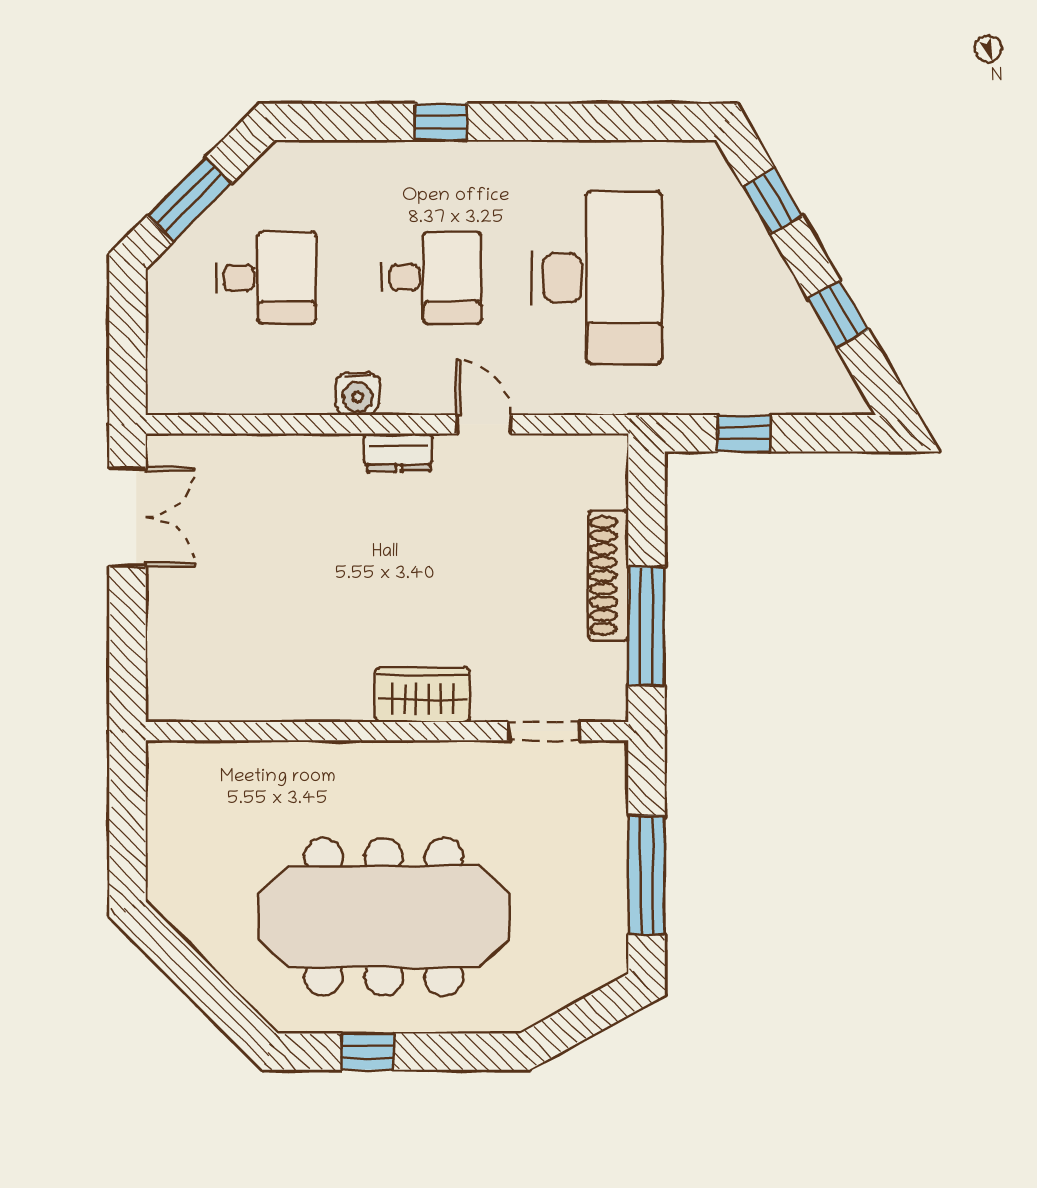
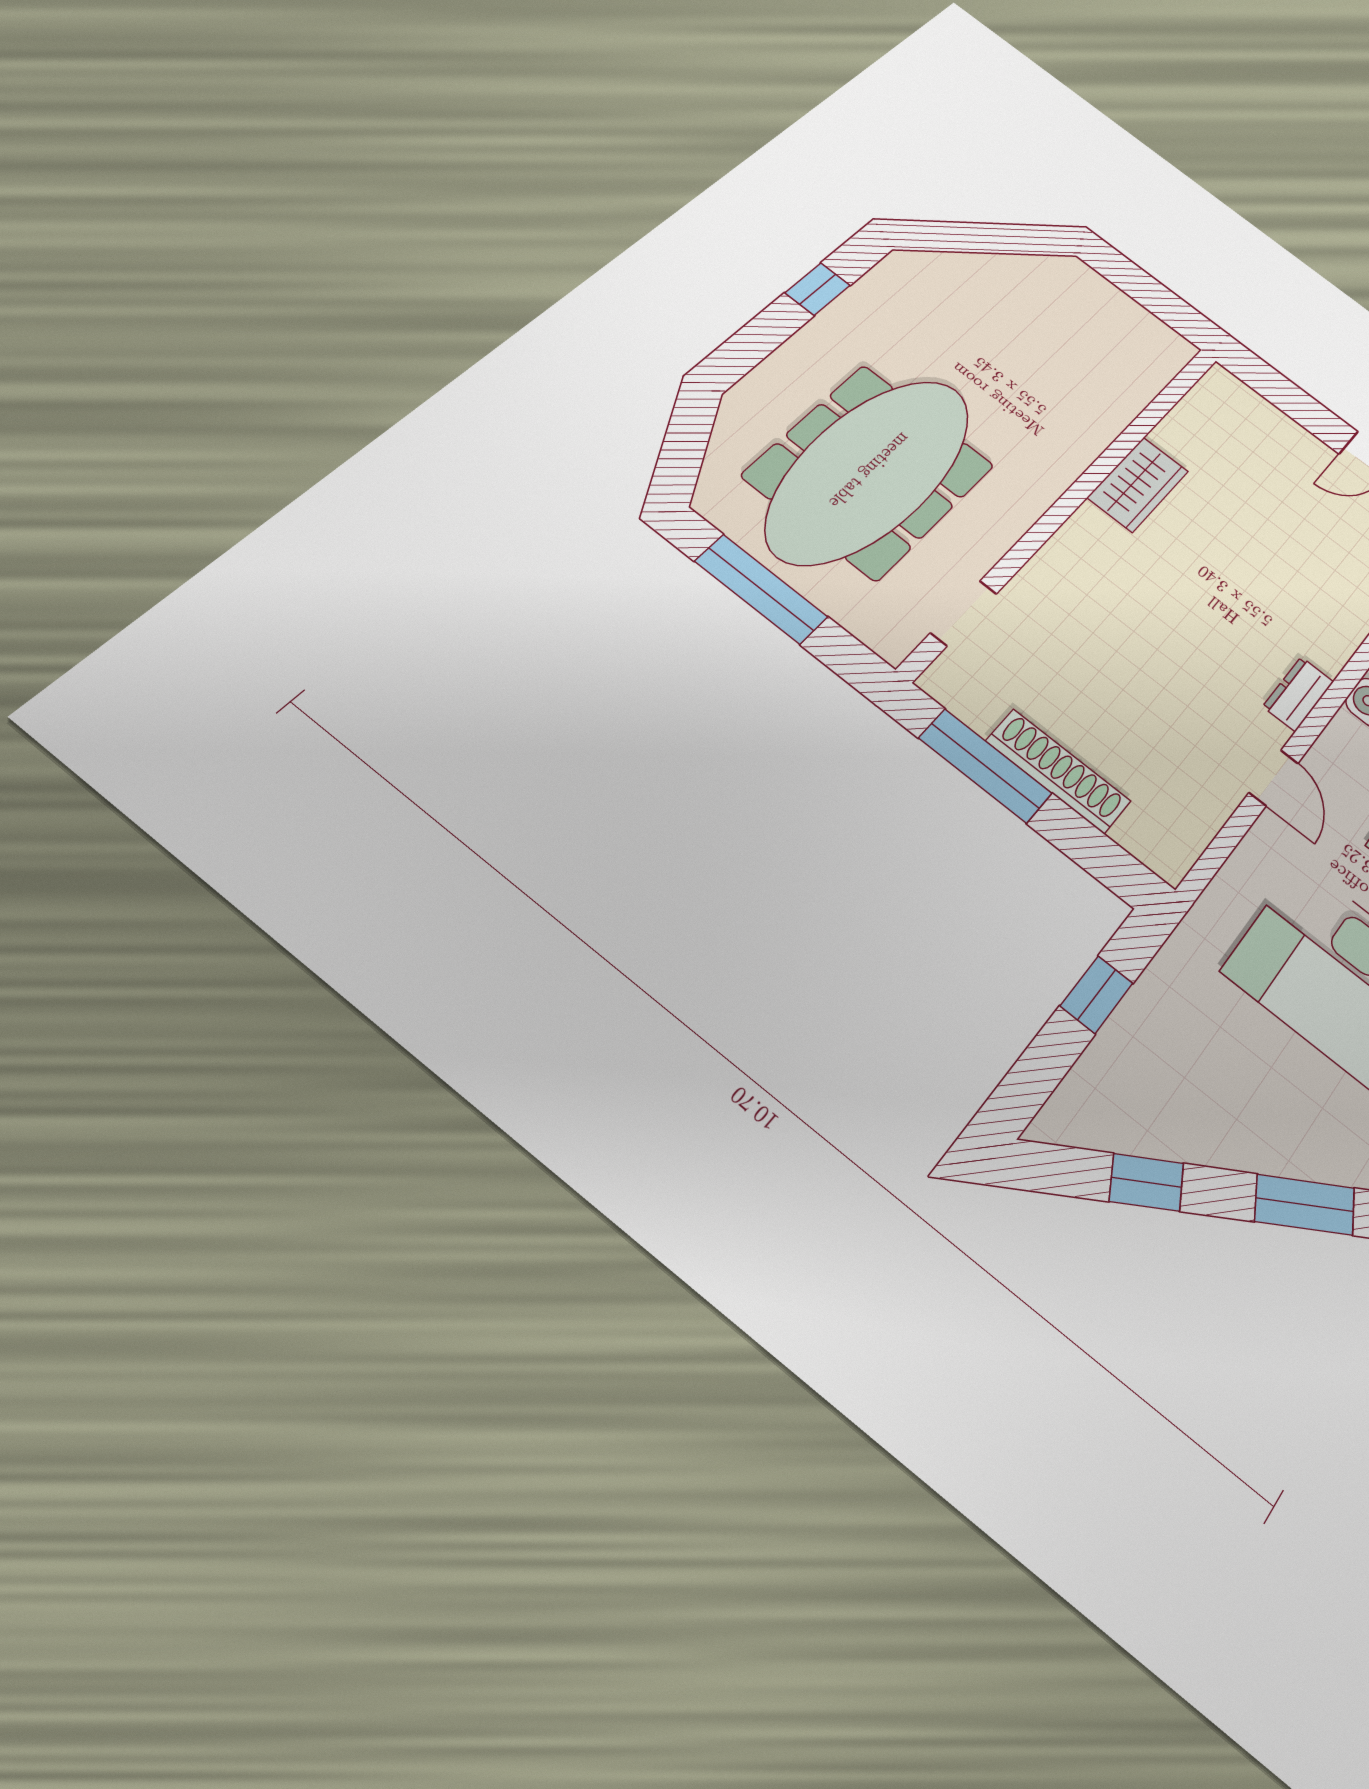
window: (773, 201) -> (1305, 1205), width x1.50
door: (484, 424) -> (1274, 778), hinge flipped
wardrobe: (423, 695) -> (1138, 484), moved
meeting table: (384, 917) -> (870, 471), moved

